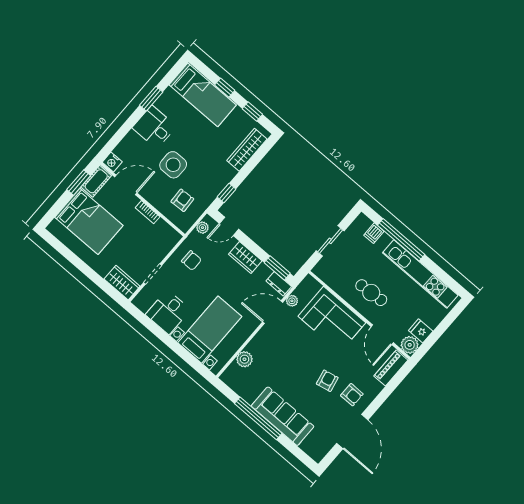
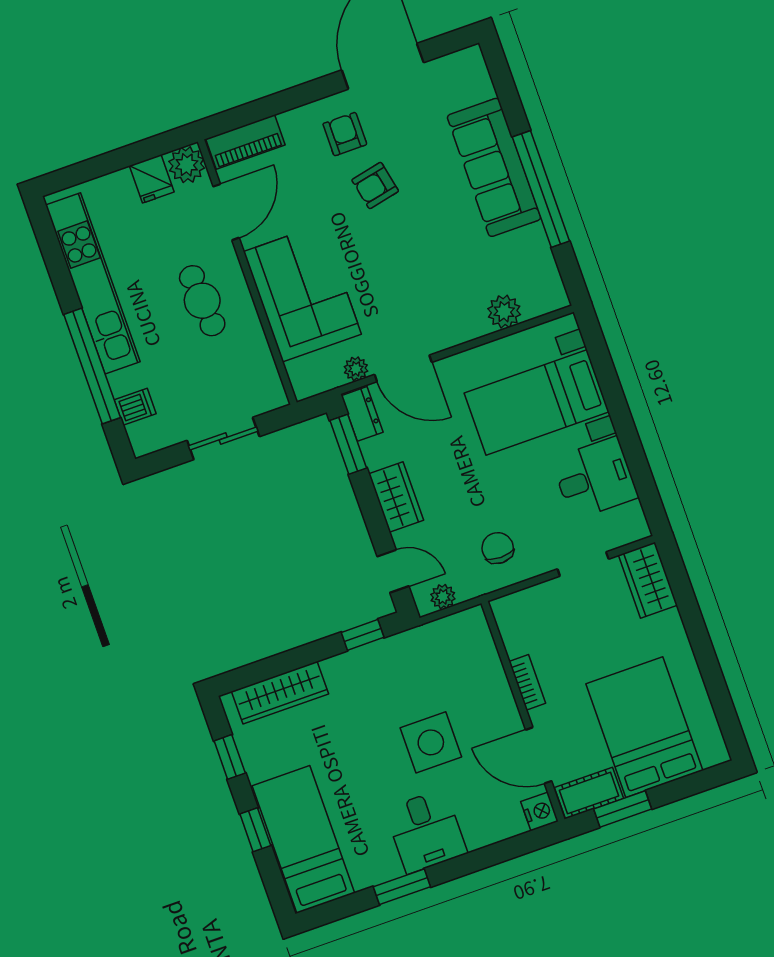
armchair: (182, 200) -> (451, 668), removed

